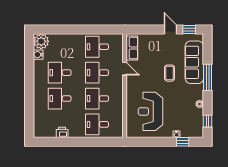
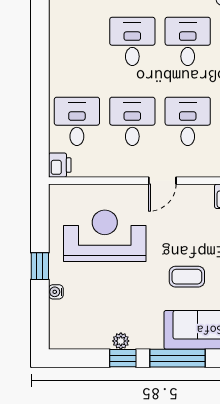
door: (125, 69) -> (162, 181), moved
window: (208, 121) -> (123, 358), moved
printer: (62, 132) -> (60, 165), moved
window: (183, 142) -> (40, 266), moved

